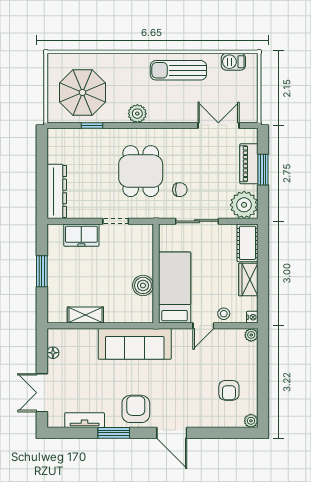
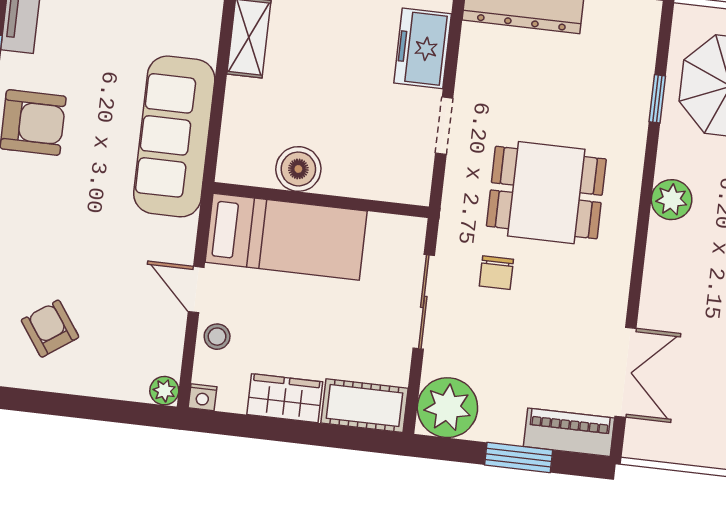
piano: (249, 164) -> (569, 432), moved
armchair: (229, 390) -> (50, 329), turned 55

